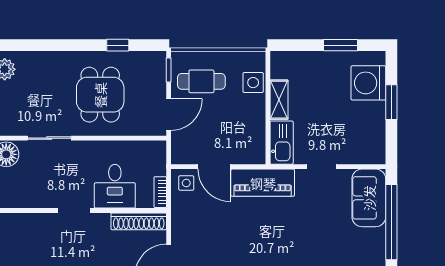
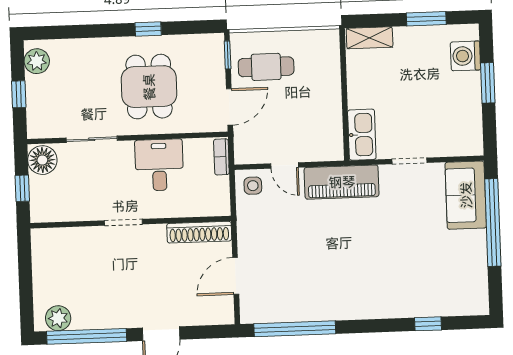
window: (118, 45) -> (148, 29), moved
side table: (253, 83) -> (326, 66), removed
washing machine: (368, 83) -> (465, 56), width x0.73, depth x0.73
shelving: (279, 100) -> (370, 38), moved, turned 90
door: (214, 167) -> (285, 165), width x0.73
desk: (115, 186) -> (159, 165), moved, turned 180
bookcase: (160, 192) -> (221, 157), moved

